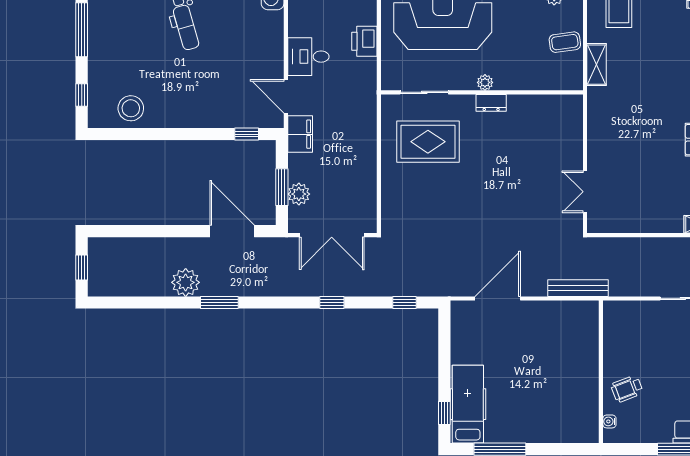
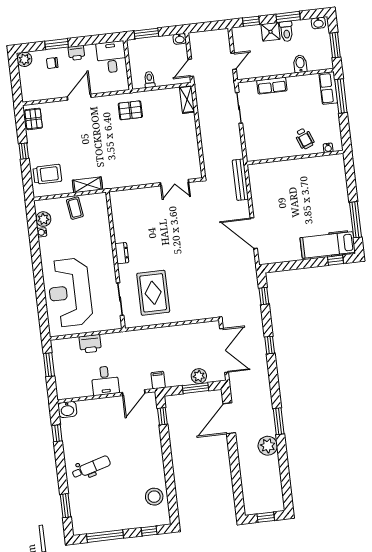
plant: (485, 82) -> (109, 259), removed
filing cabinet: (300, 134) -> (158, 380), width x0.50

